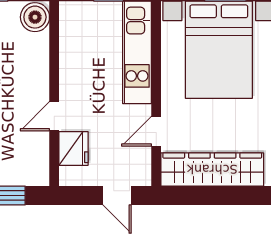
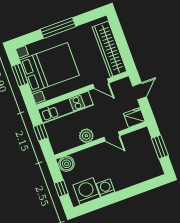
plant: (72, 71) -> (86, 136), added
fridge: (74, 148) -> (134, 117), moved

